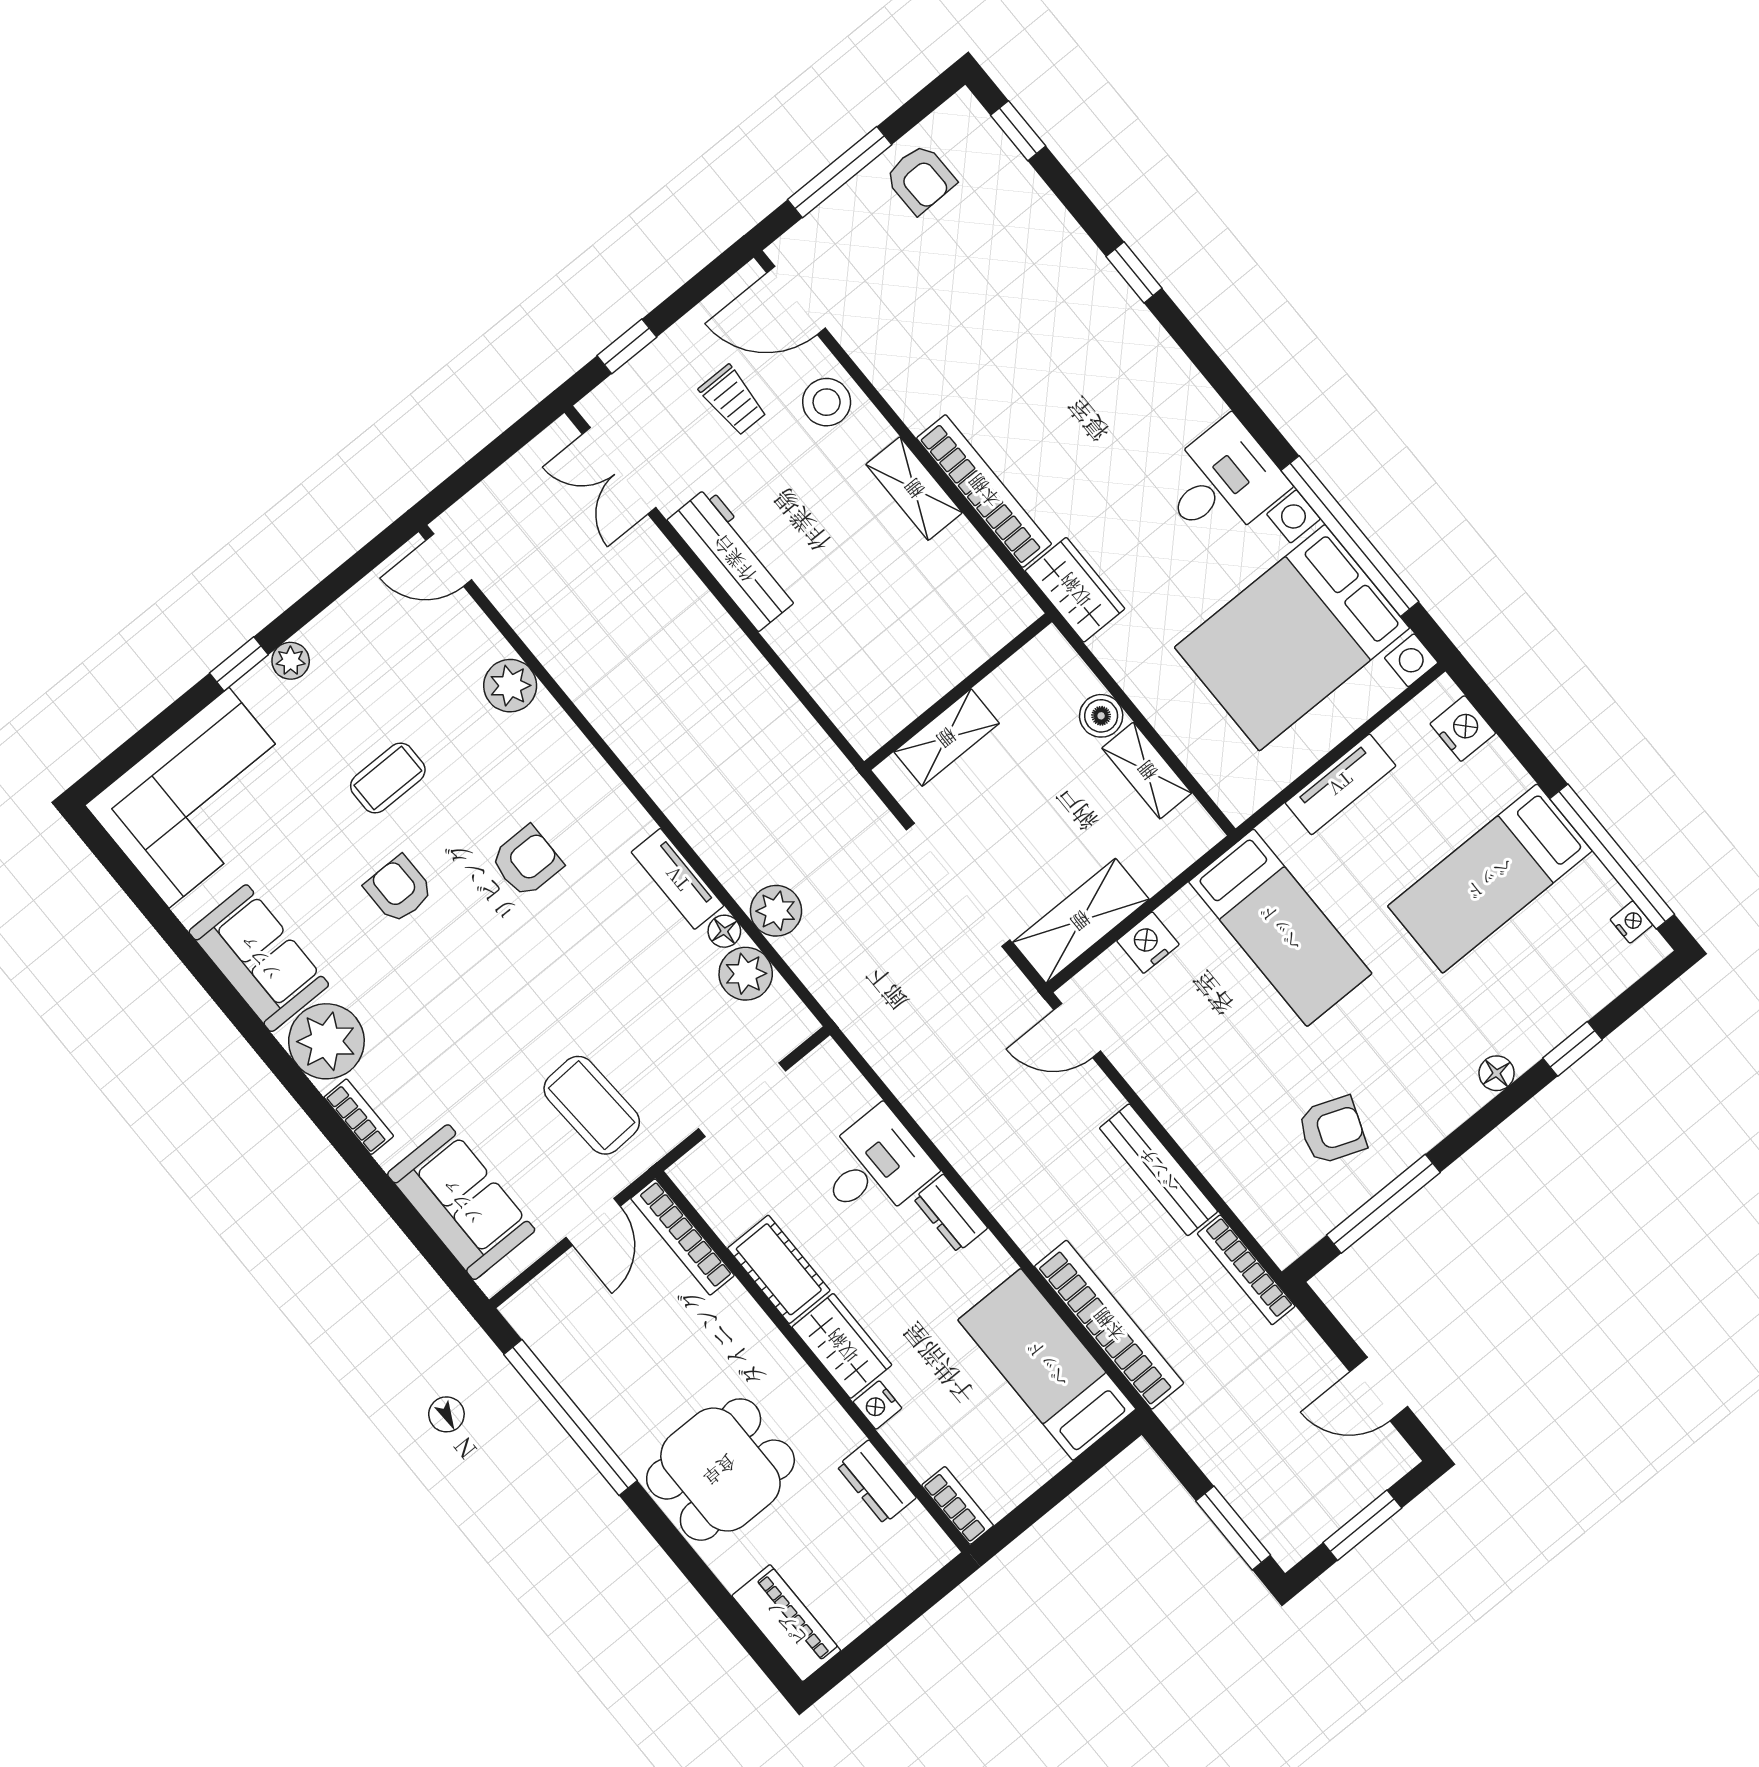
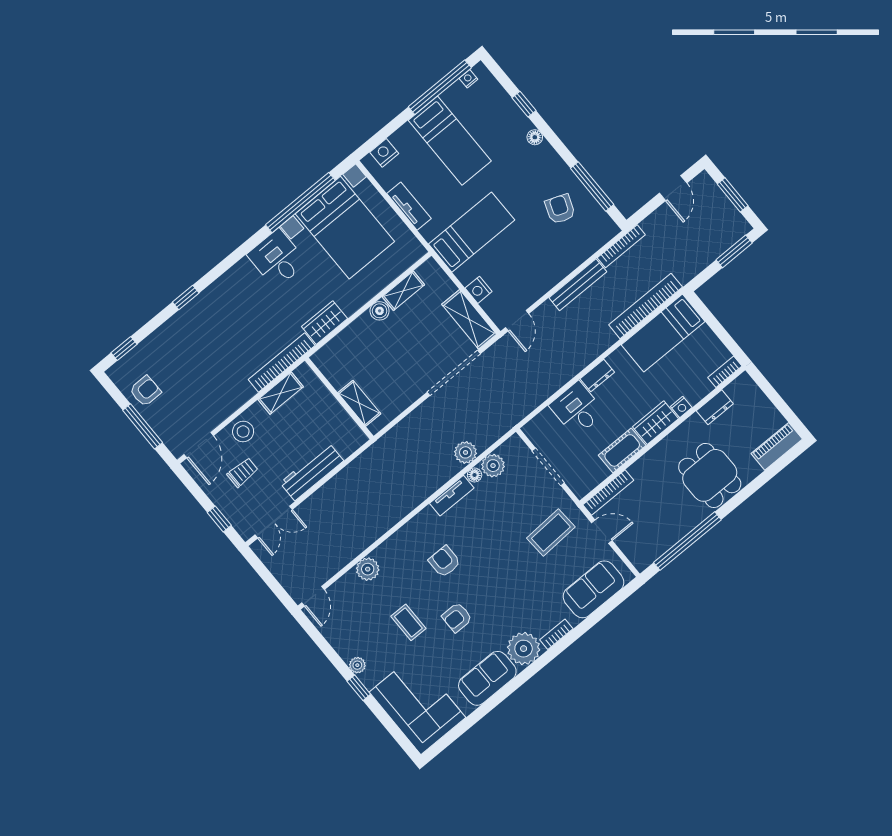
wall: (958, 692) -> (339, 398), moved
shelving: (947, 738) -> (359, 403), moved

